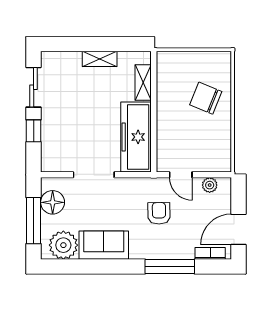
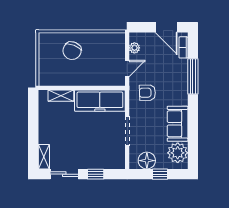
shelving: (100, 59) -> (44, 157), moved
armchair: (159, 213) -> (147, 93), moved
window: (34, 221) -> (160, 174), width x0.46

